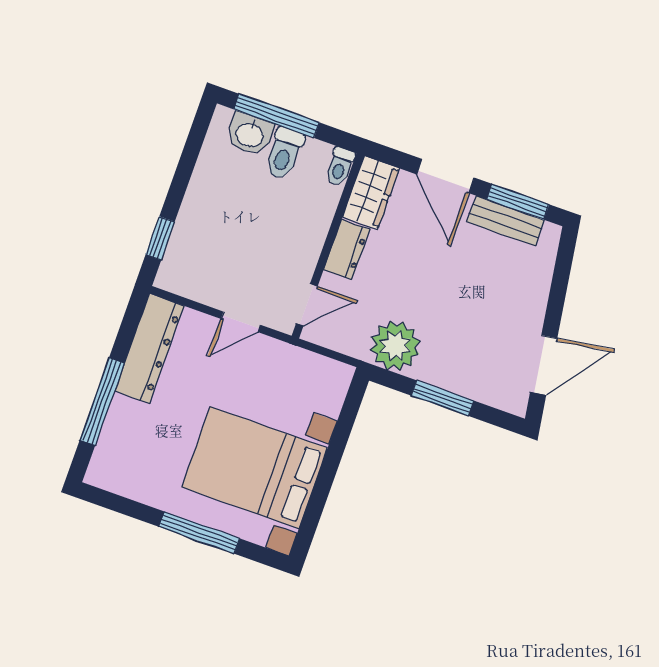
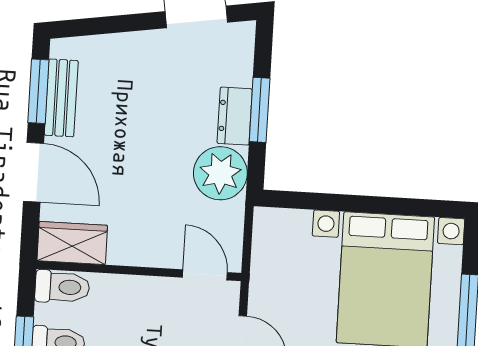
toilet: (340, 167) -> (62, 287), width x1.37, depth x1.39
door: (445, 176) -> (34, 172), hinge flipped
dresser: (347, 250) -> (235, 116), moved, turned -90

